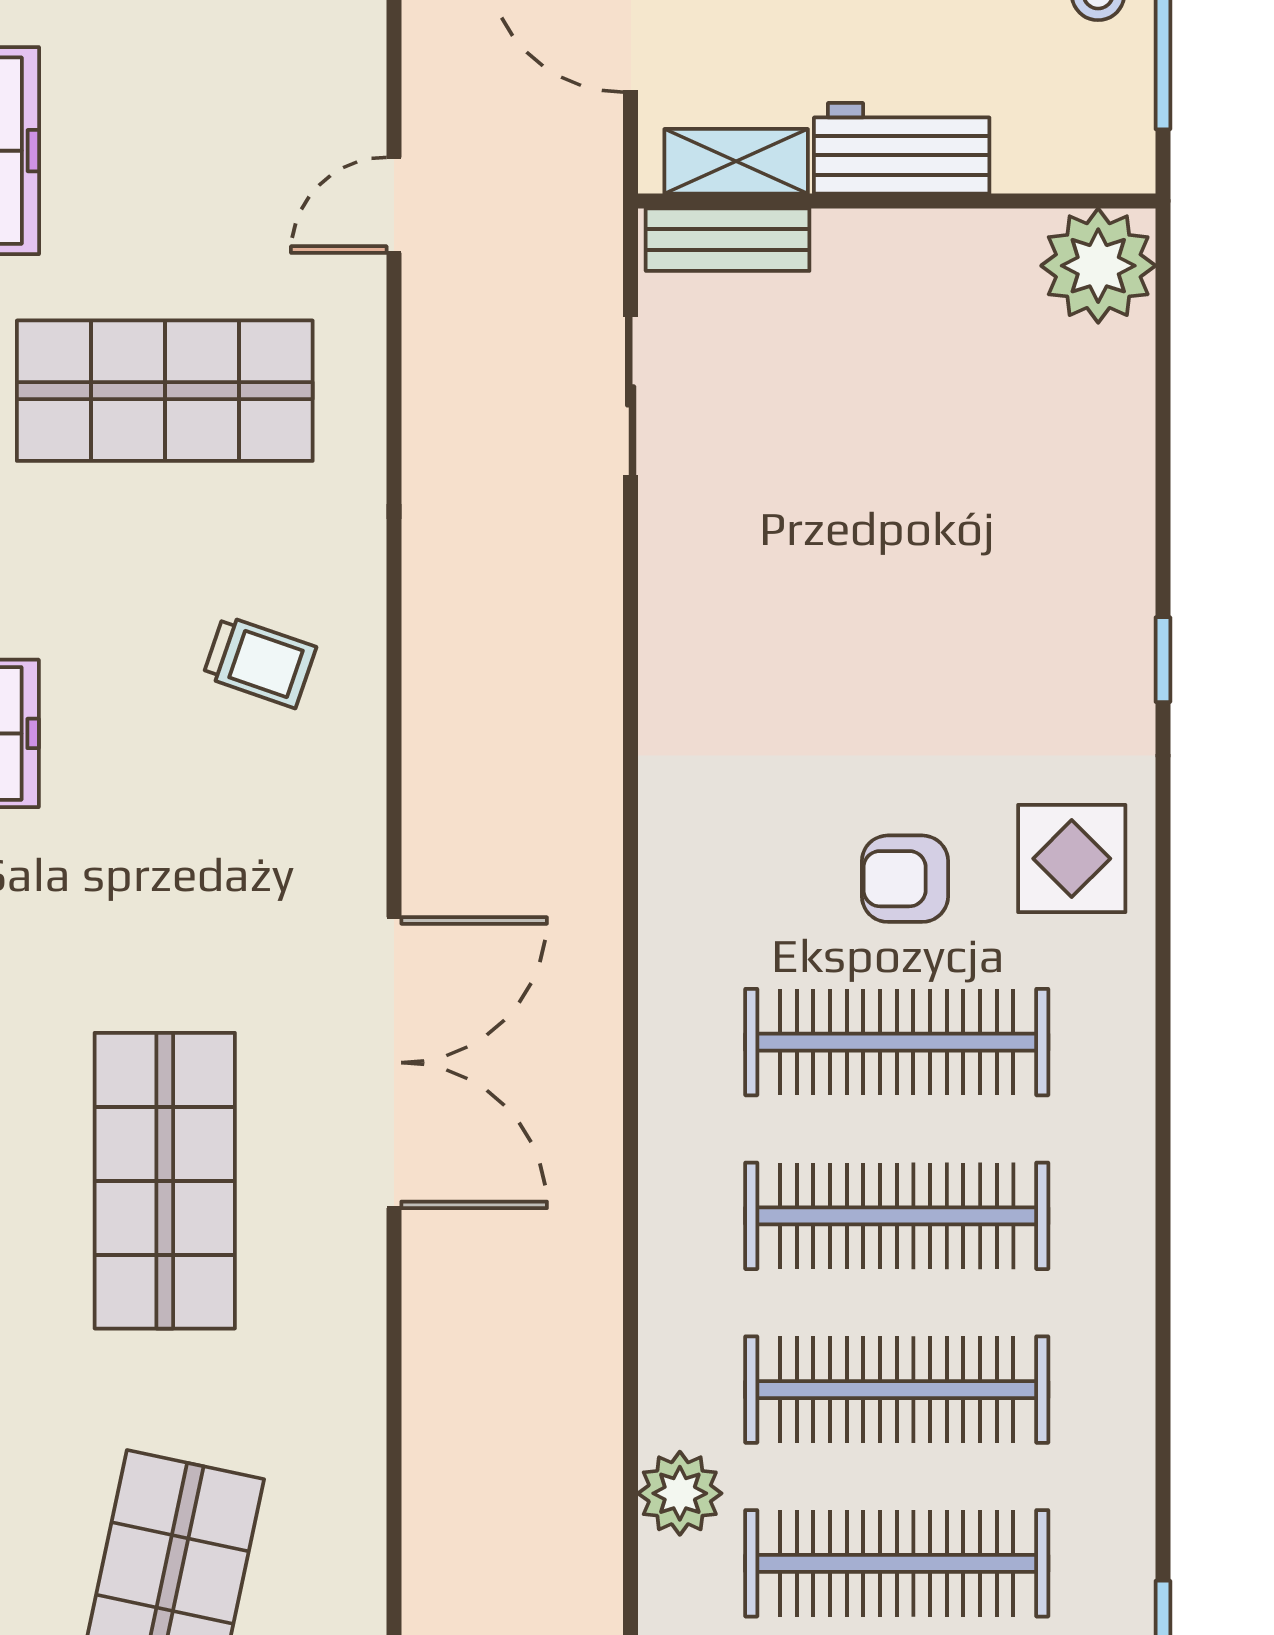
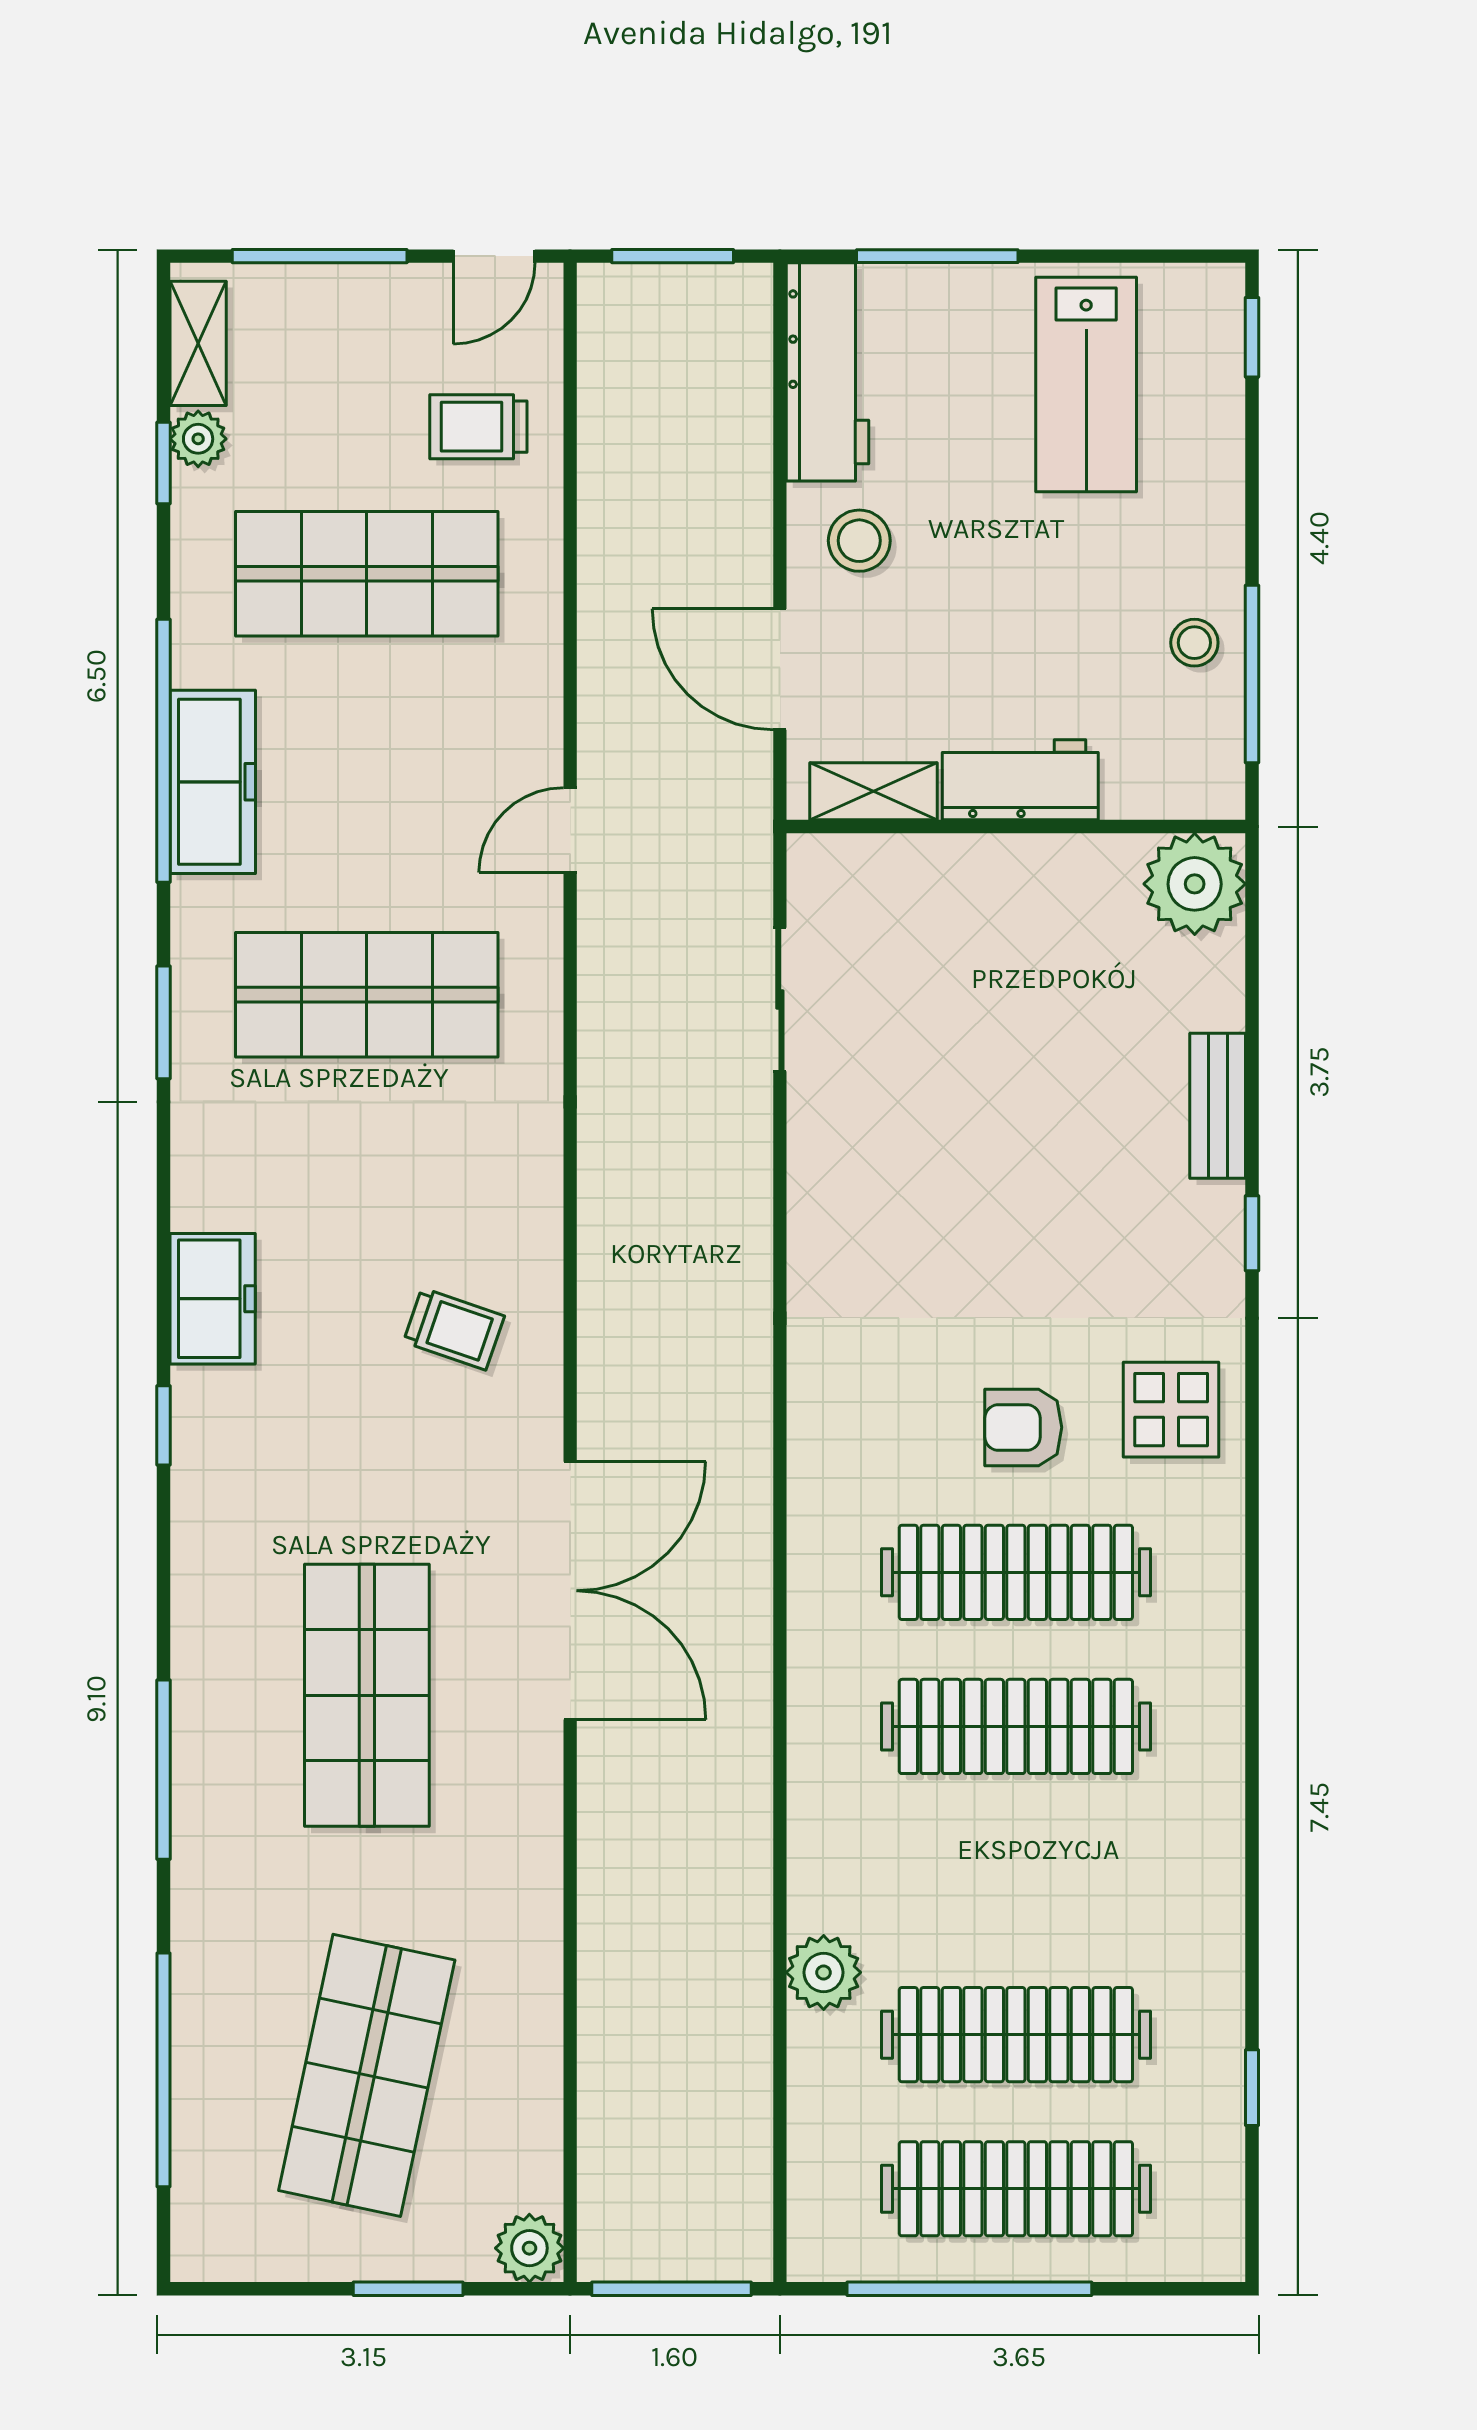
bench: (728, 240) -> (1218, 1106), moved, turned 90
trolley: (259, 662) -> (454, 1329), moved
clothes rail: (897, 1390) -> (1016, 1881), removed

